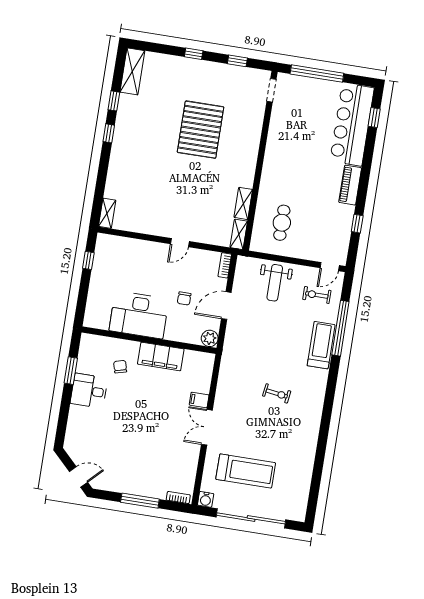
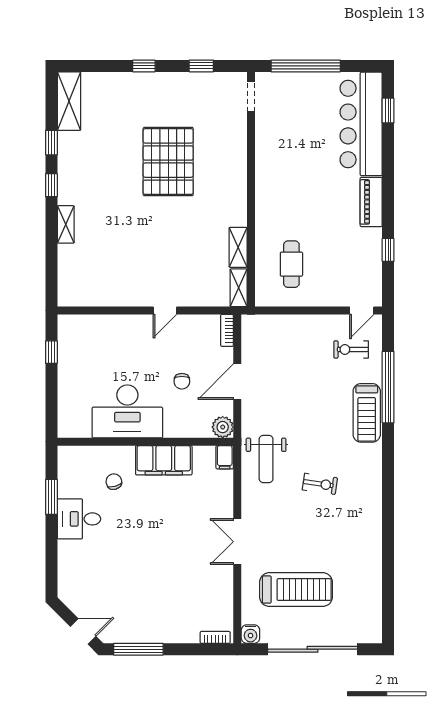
shelving: (107, 213) -> (66, 224), moved
weight bench: (275, 283) -> (266, 459), moved
treadmill: (321, 345) -> (367, 413), turned 180
filing cabinet: (199, 400) -> (225, 457), moved, turned -90
window: (140, 501) -> (138, 649), moved

